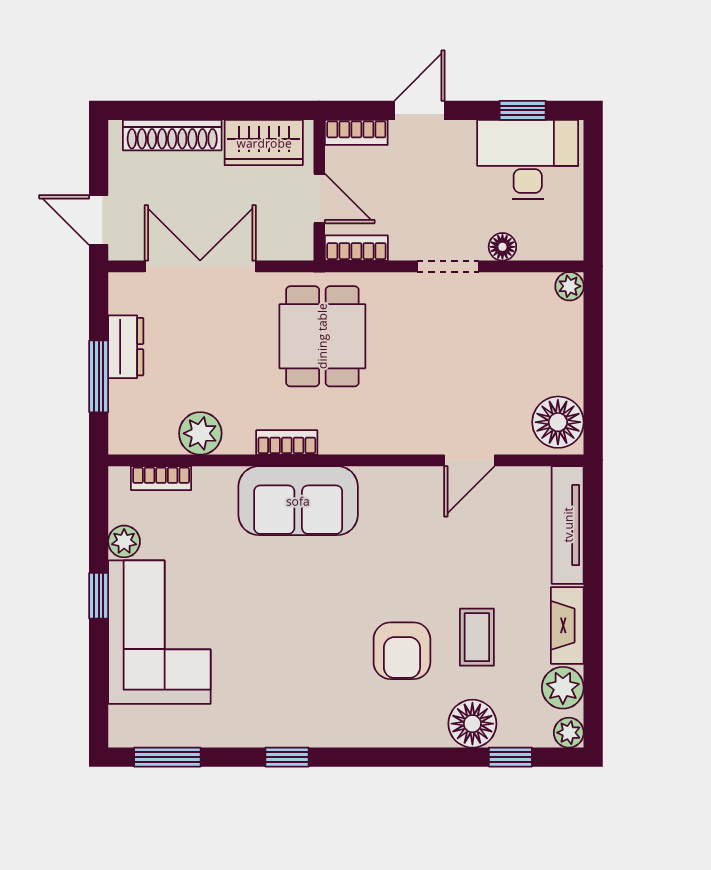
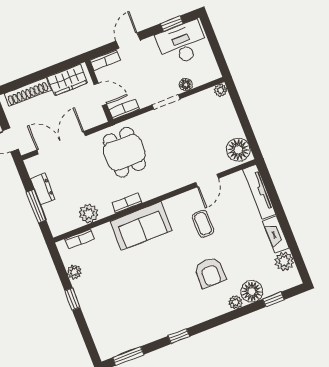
corner sofa: (159, 632) -> (104, 304), removed
coffee table: (477, 637) -> (203, 224), moved
plant: (569, 733) -> (235, 302), moved

